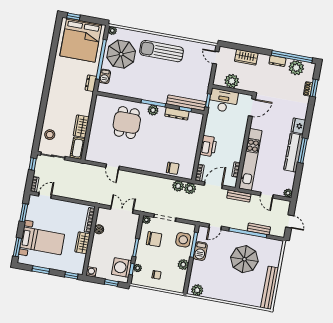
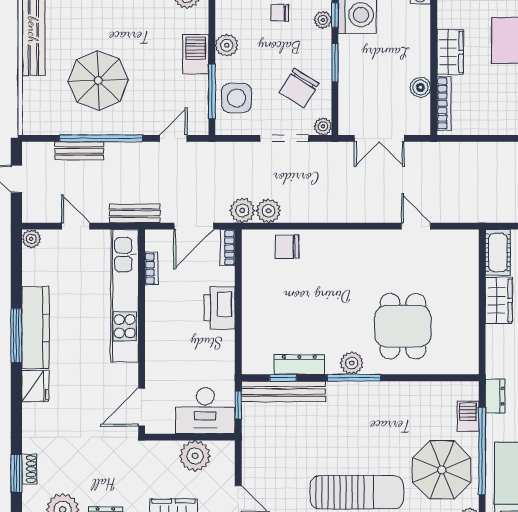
chair: (154, 239) -> (299, 88), turned -58
barbecue: (200, 251) -> (196, 54), moved

